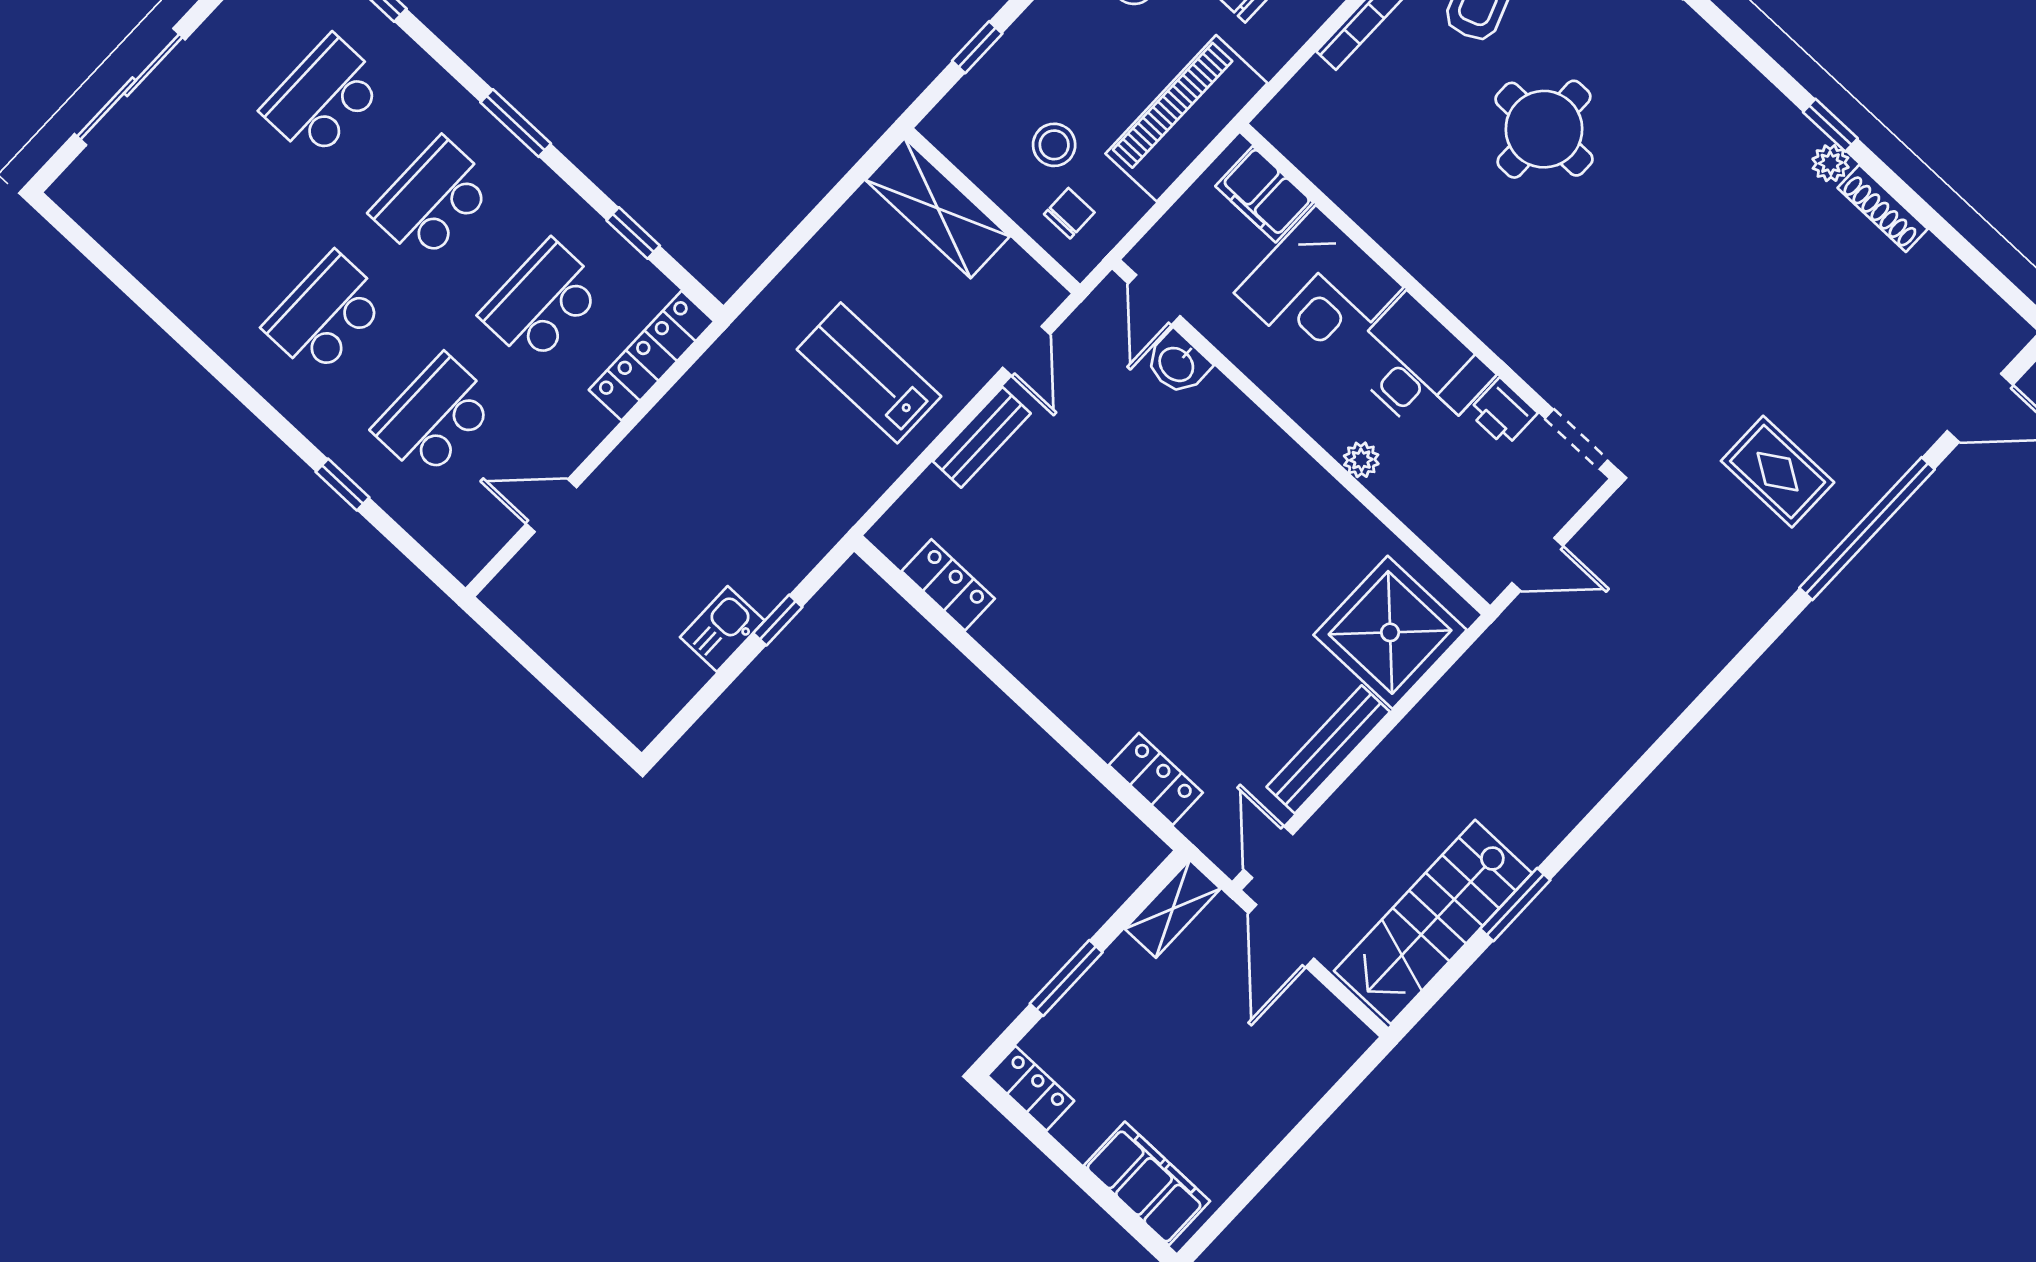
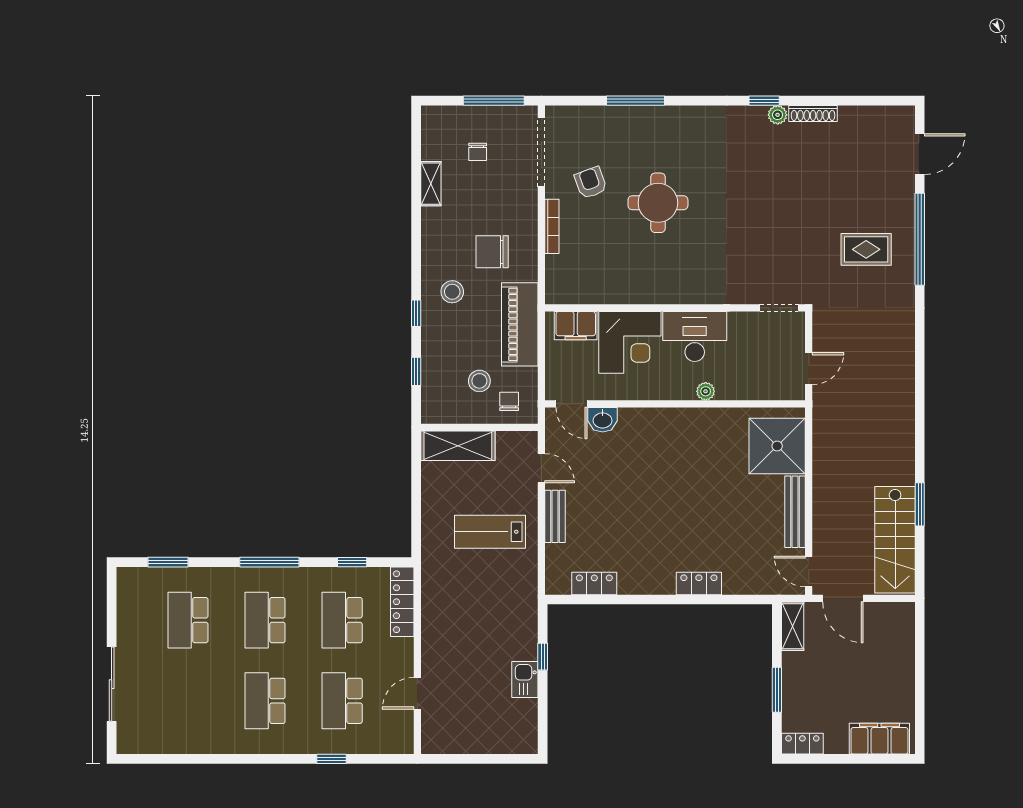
window: (516, 123) -> (269, 562), width x1.44
printer: (1503, 412) -> (742, 324), removed
locker: (1156, 779) -> (699, 583), moved

